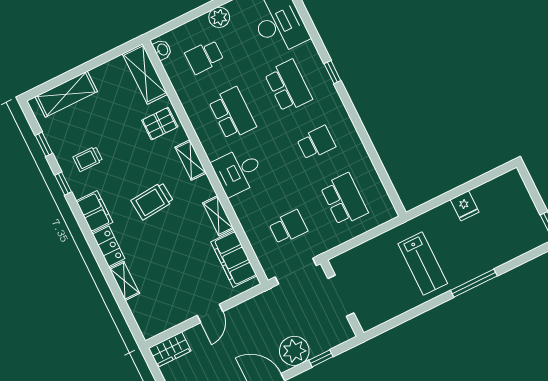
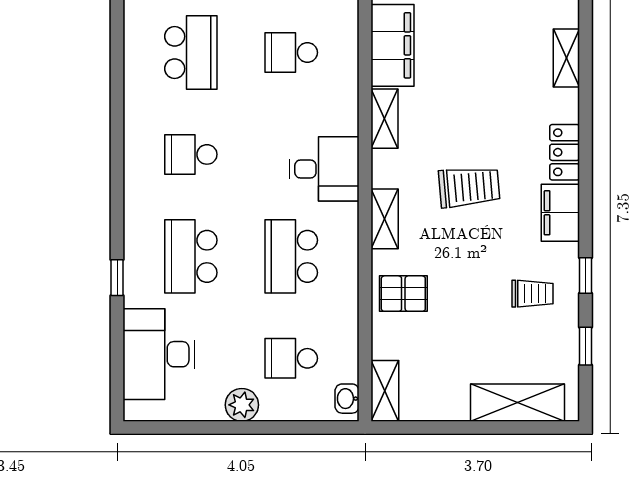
school desk: (204, 57) -> (291, 358), turned 180
window: (332, 72) -> (117, 278), moved
shelving: (145, 74) -> (385, 391), width x0.67, depth x0.75
school desk: (344, 200) -> (191, 53), turned 180
shelving: (124, 281) -> (566, 58), moved

